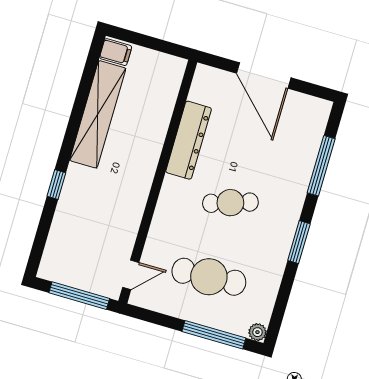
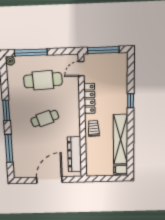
door: (264, 75) -> (49, 180), hinge flipped
dresser: (189, 140) -> (74, 154), moved
trolley: (143, 153) -> (94, 128), added
locker: (133, 214) -> (89, 98), added

